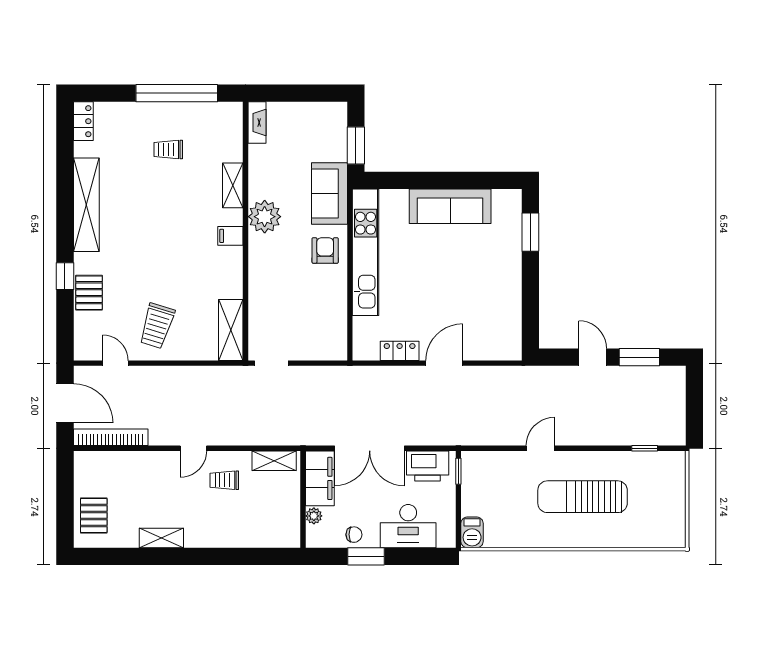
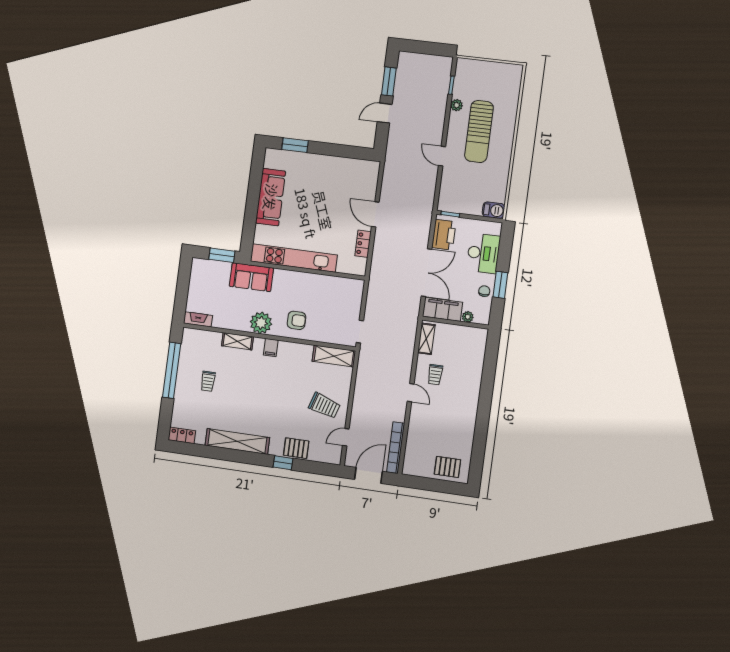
armchair: (325, 250) -> (296, 320), moved, turned 180
plant: (617, 460) -> (457, 105), added
shelving: (161, 538) -> (469, 423), removed

